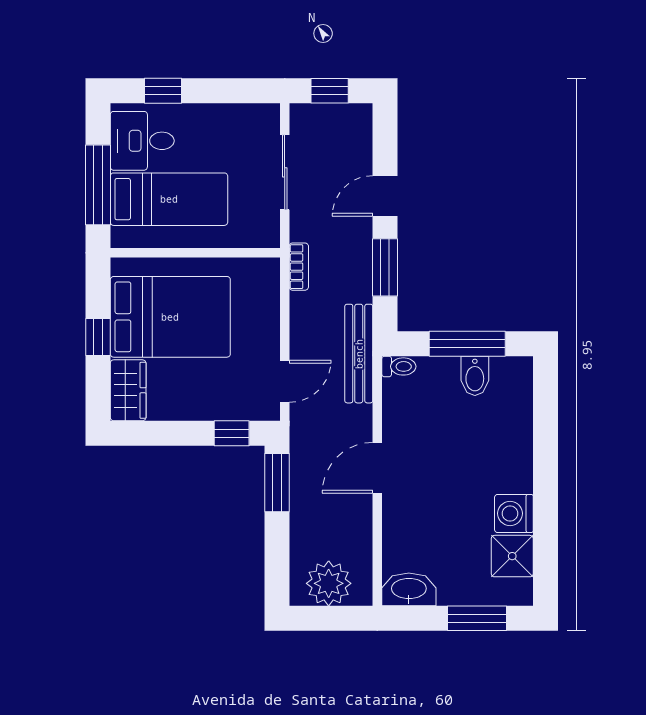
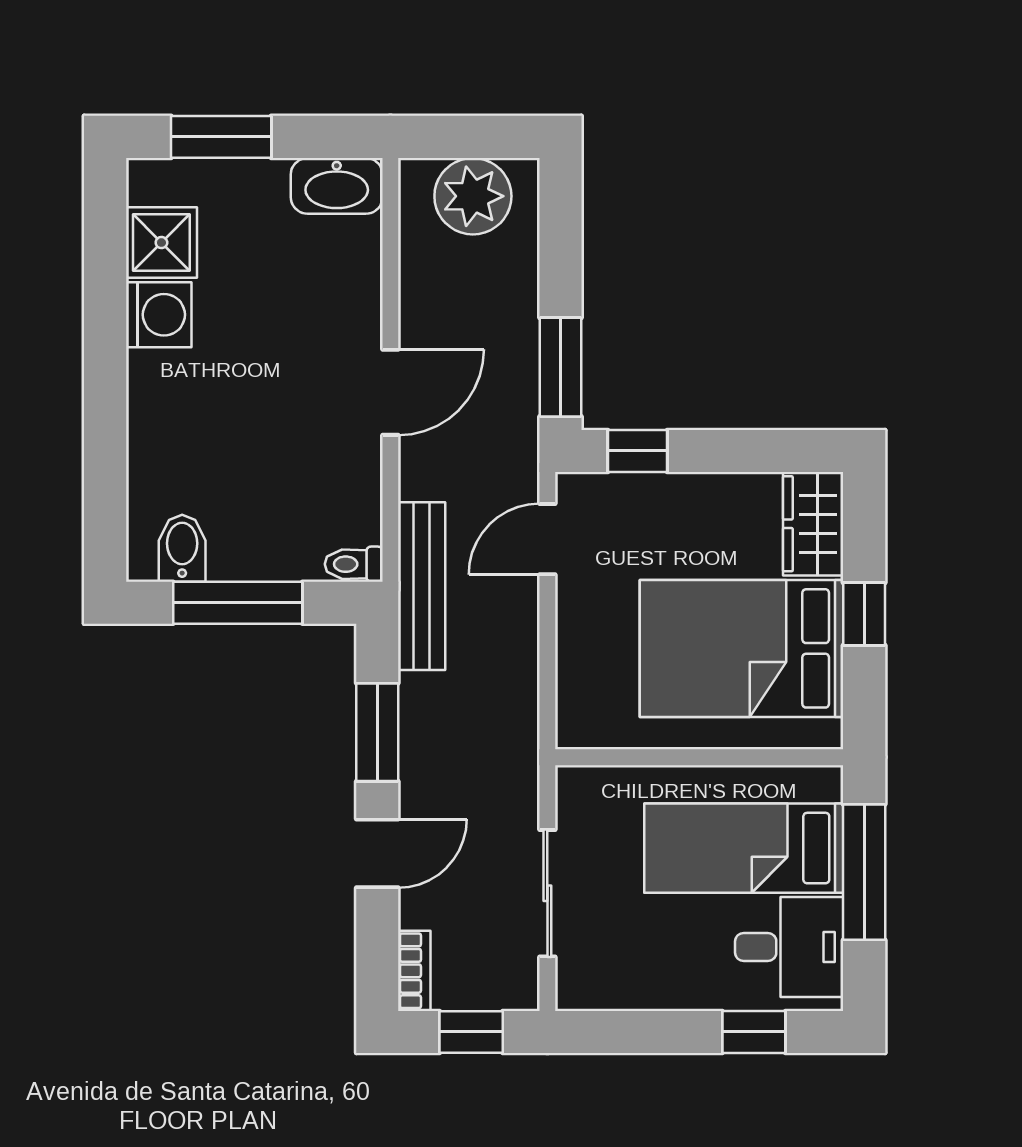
bookcase: (299, 267) -> (414, 971), moved, turned 180
bidet: (475, 376) -> (182, 548), moved

